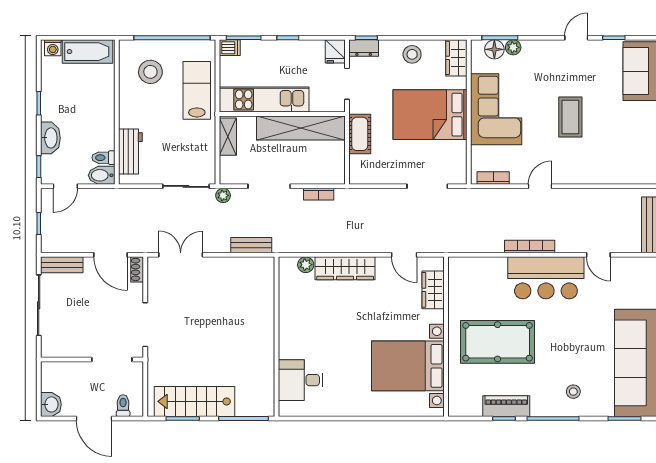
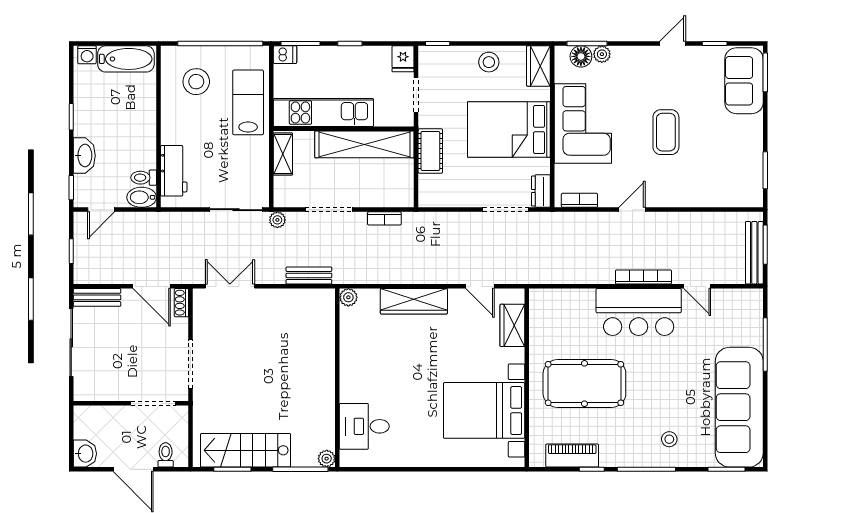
dresser: (364, 48) -> (541, 191), moved, turned 90
bookcase: (530, 247) -> (643, 277), moved
plant: (306, 265) -> (348, 297), moved
piano: (506, 406) -> (572, 456), moved
plant: (267, 409) -> (327, 459), added

